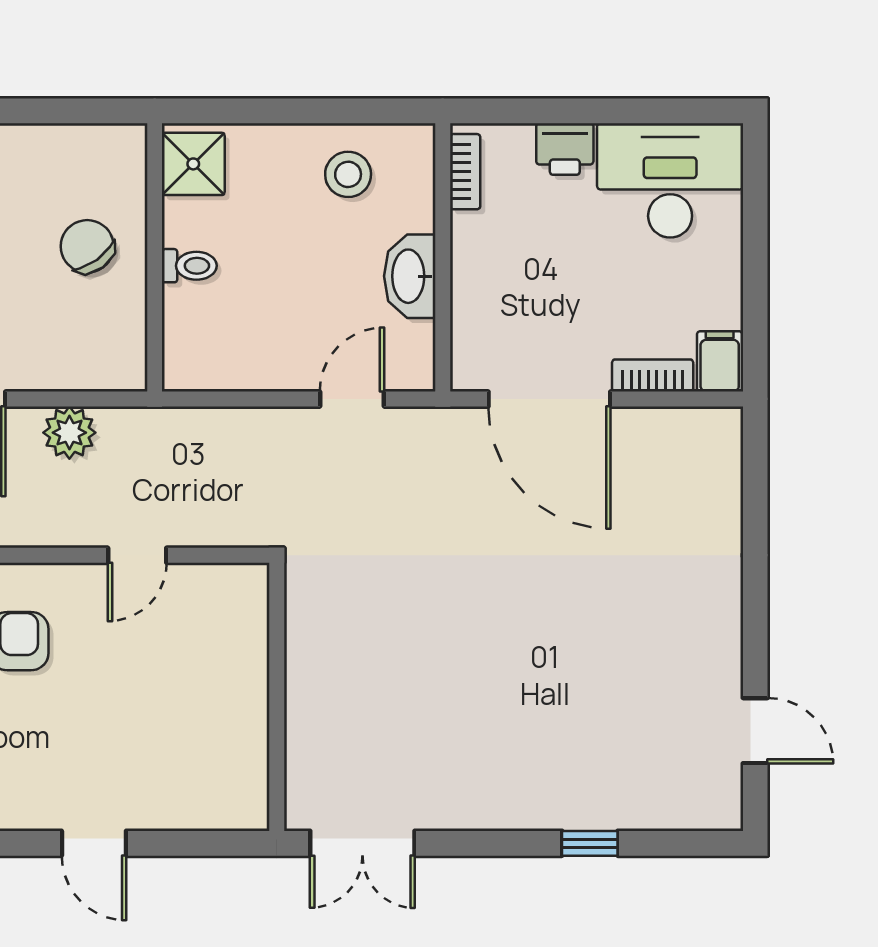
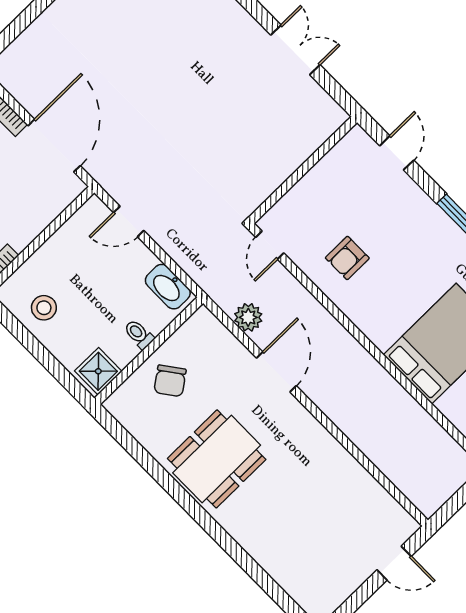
washbasin: (410, 276) -> (168, 287), moved, turned 90
door: (137, 555) -> (270, 245), swing flipped
wall: (277, 697) -> (303, 170), moved

